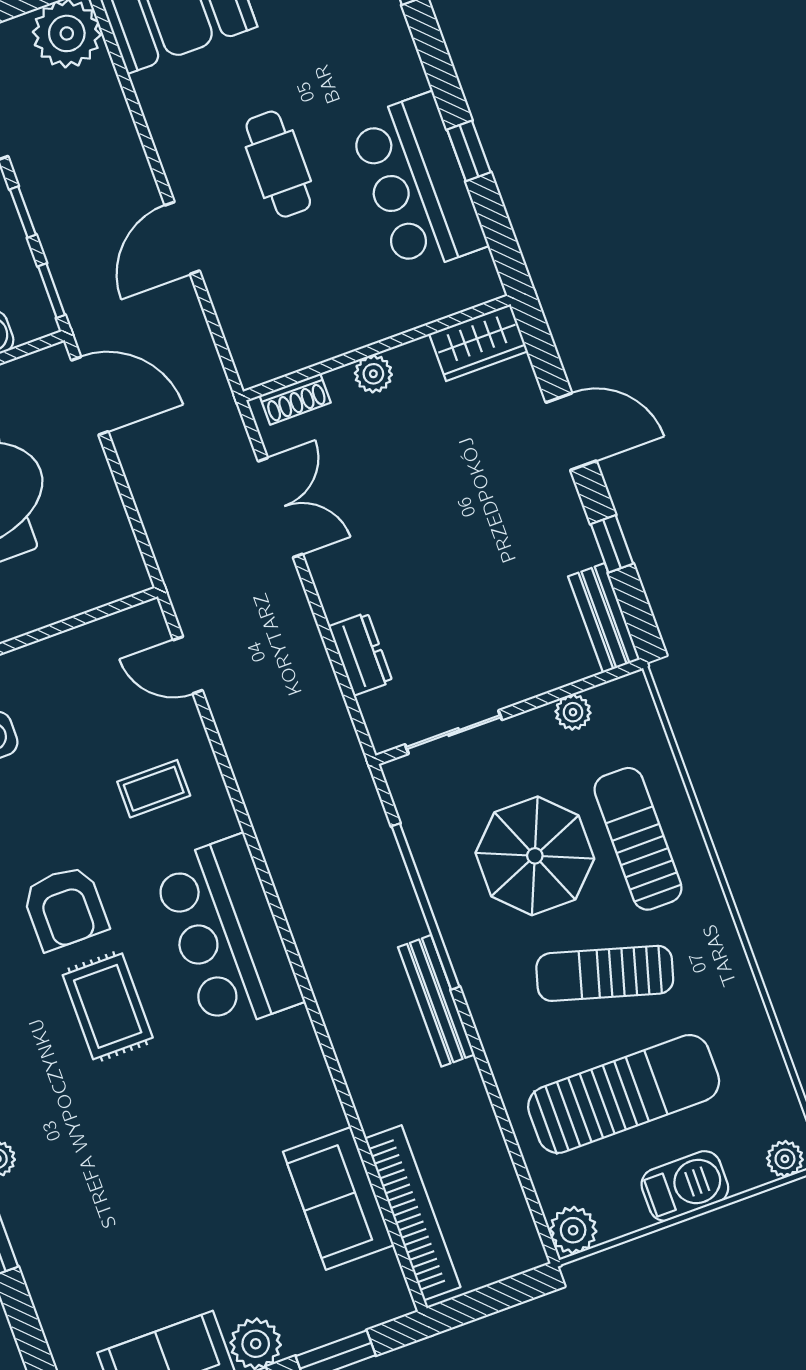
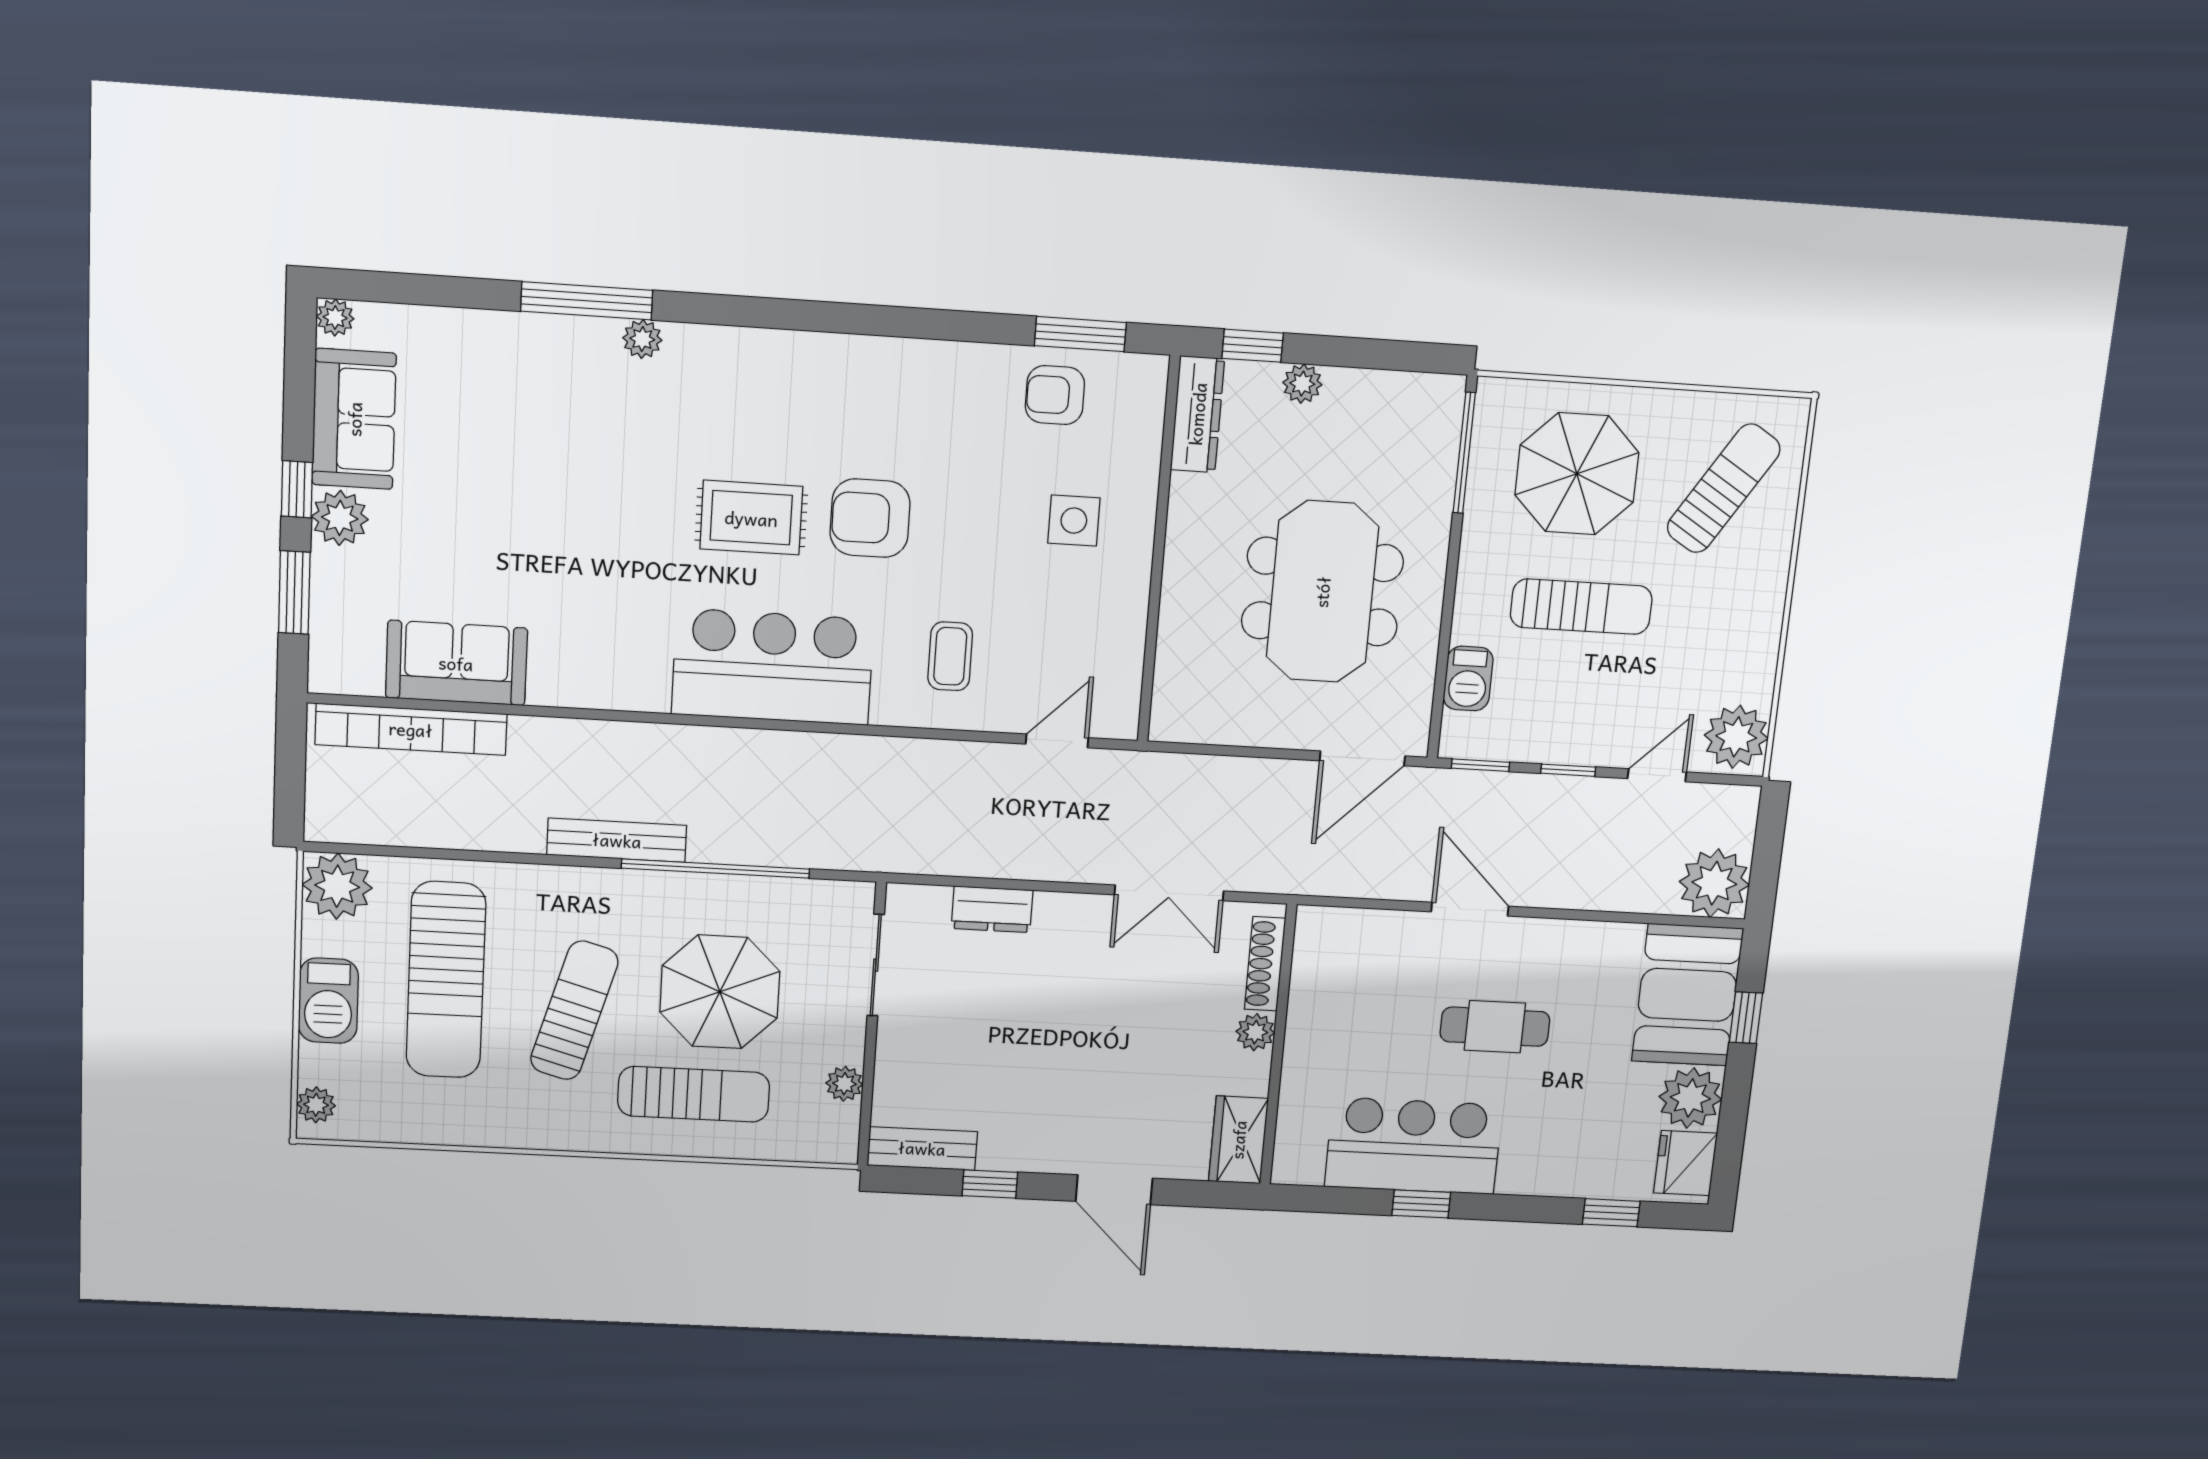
shoe rack: (295, 399) -> (1265, 964), width x1.43
door: (571, 432) -> (1114, 1190), hinge flipped
plant: (573, 1230) -> (337, 886), width x1.36, depth x1.36

